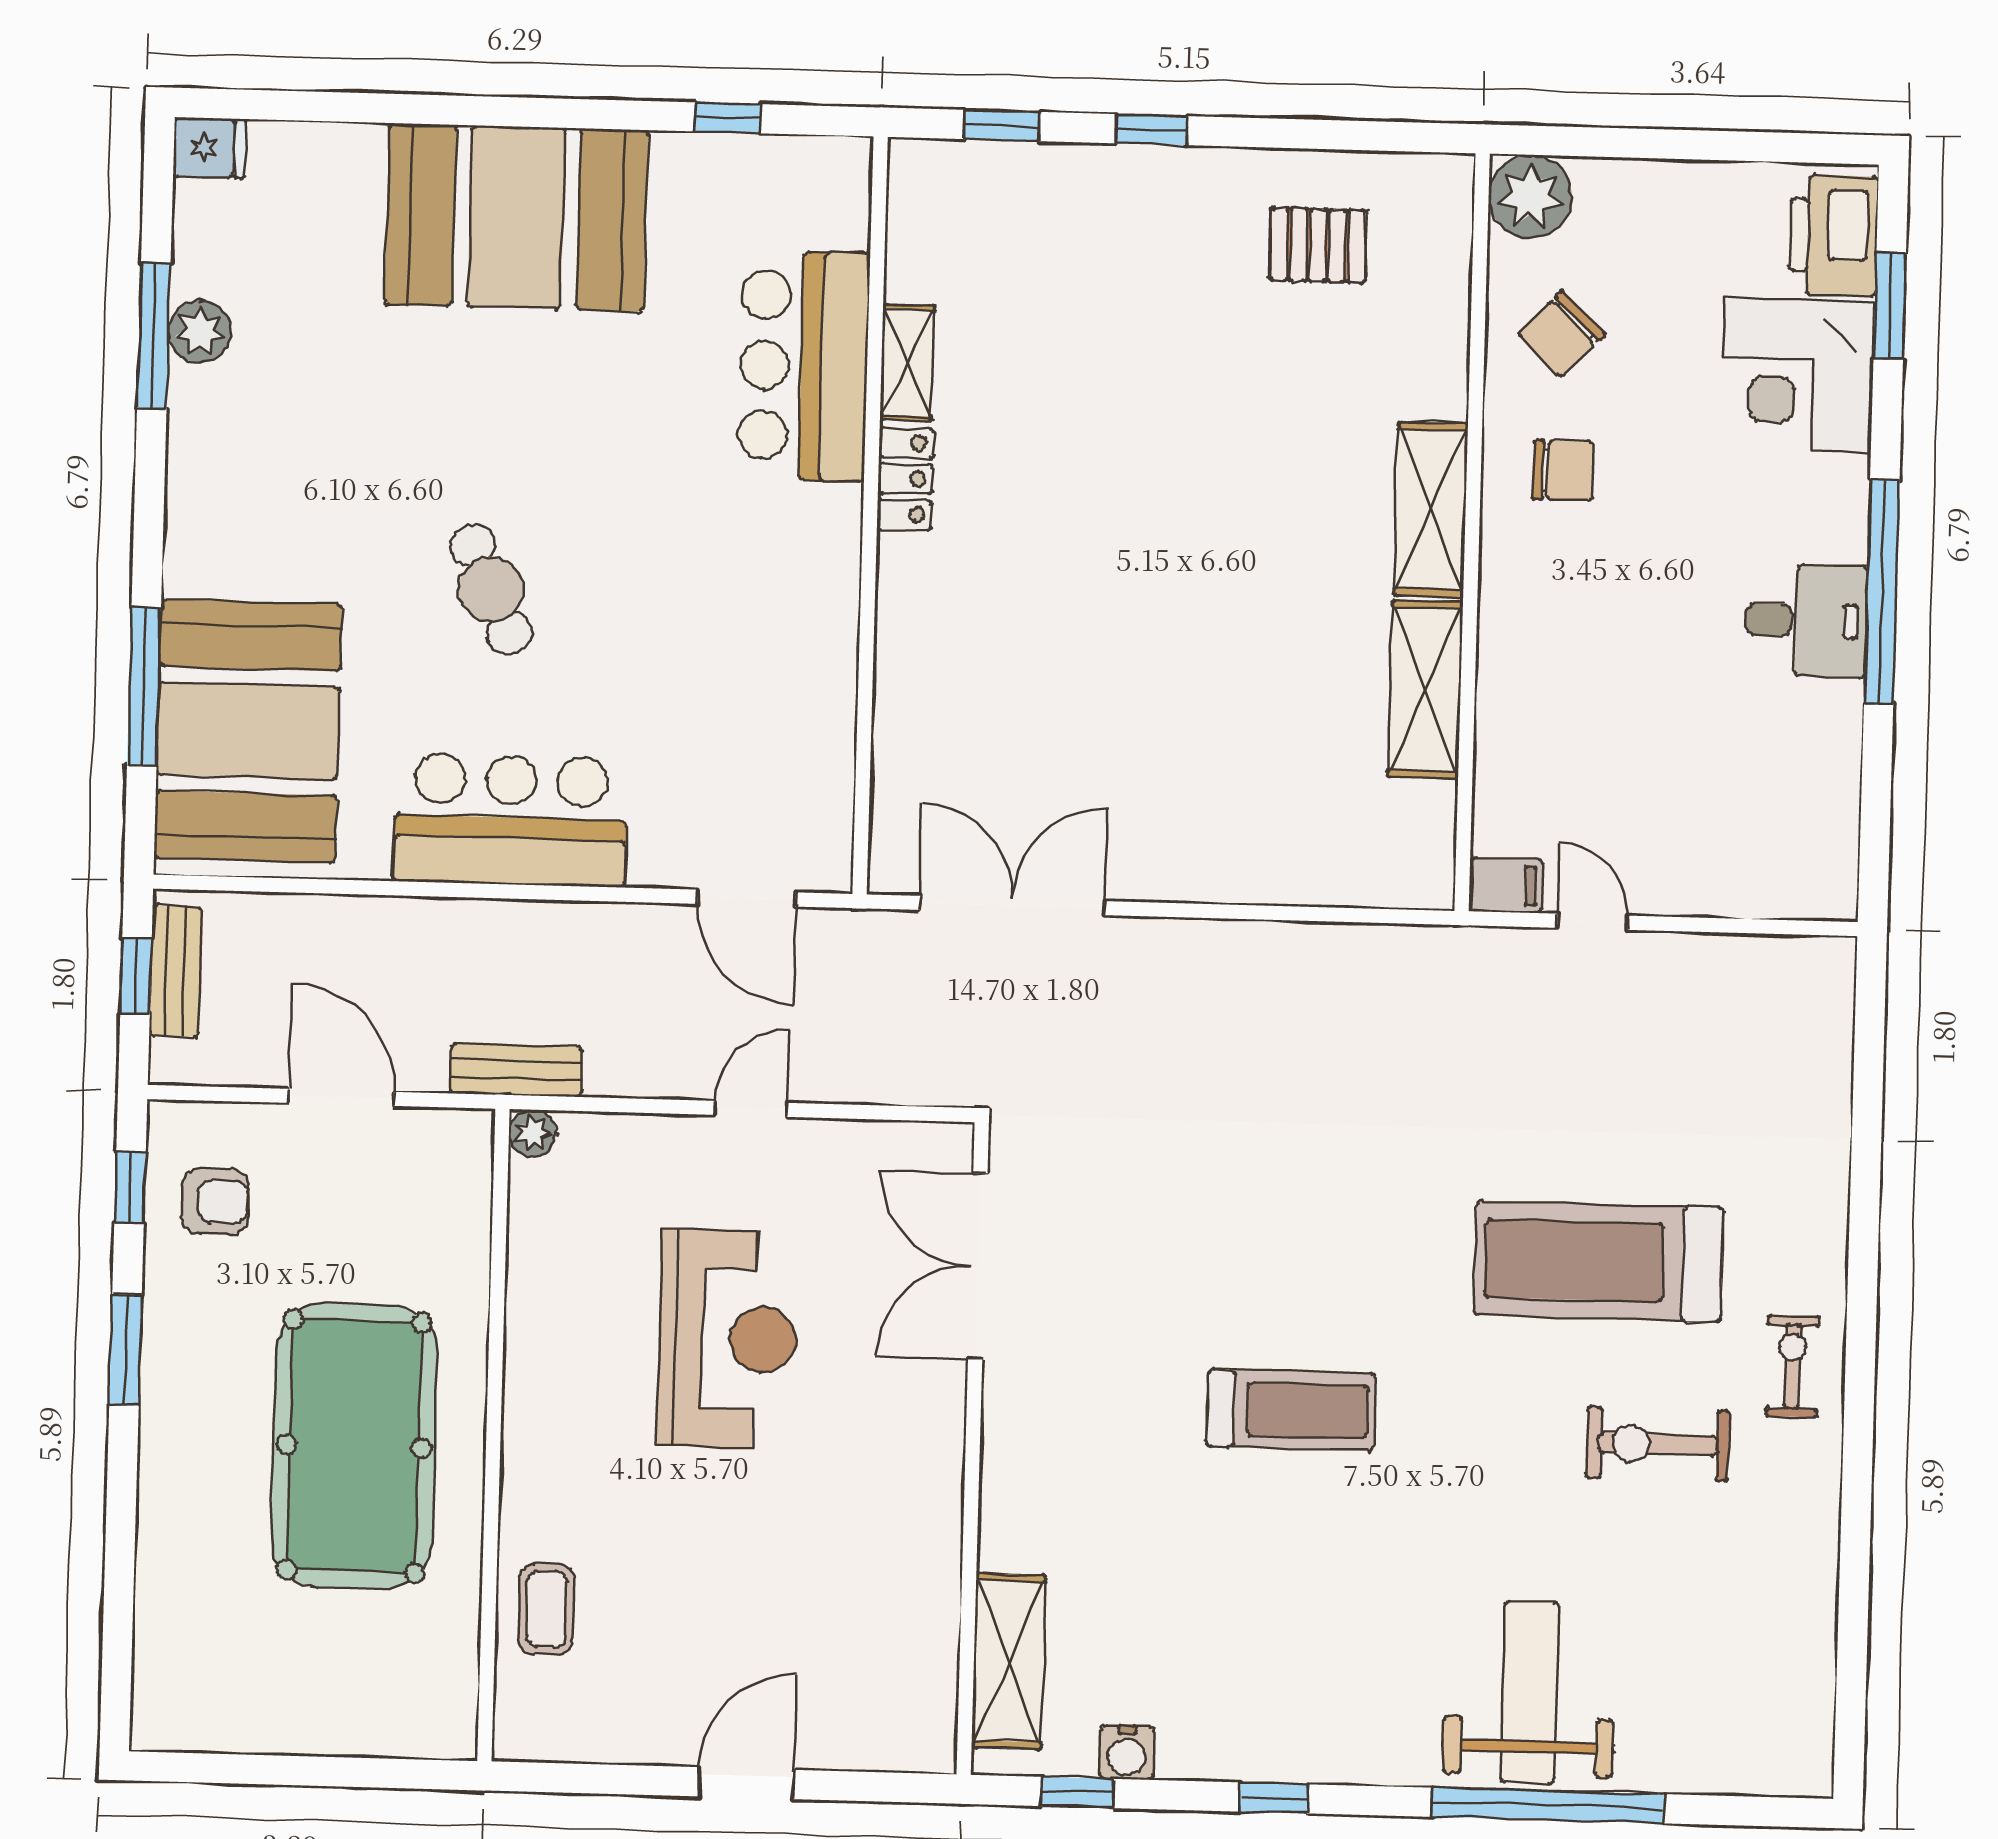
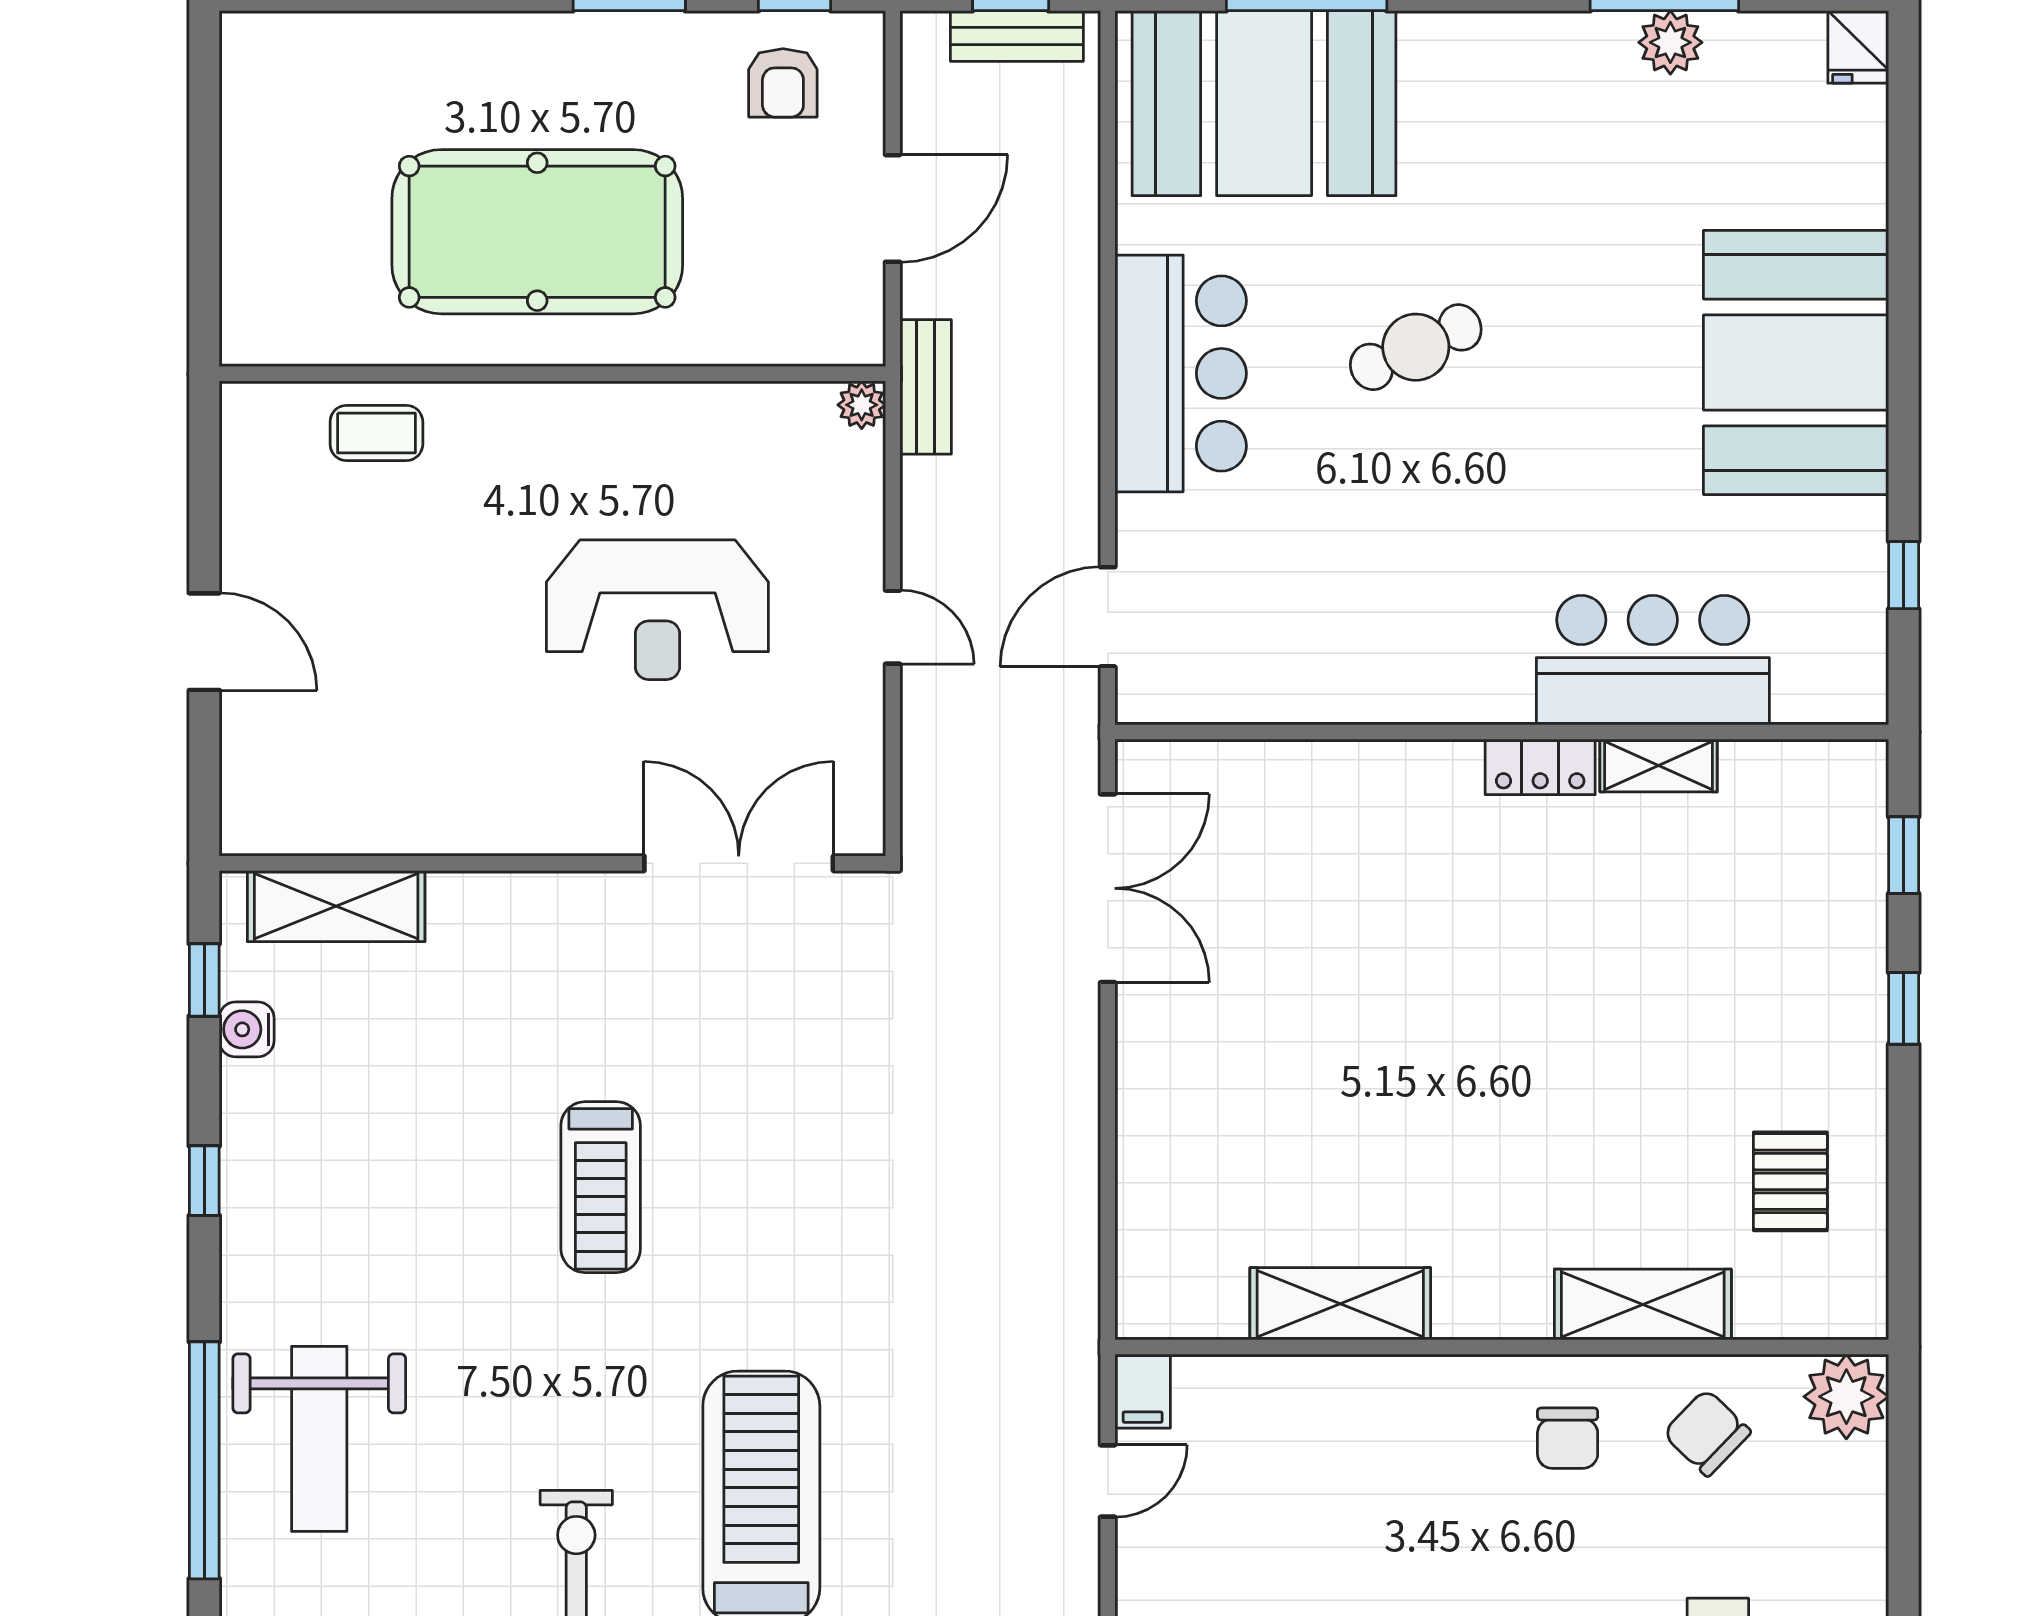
shelving: (1431, 510) -> (1643, 1304), moved
weight bench: (1530, 1692) -> (319, 1439), turned 90

